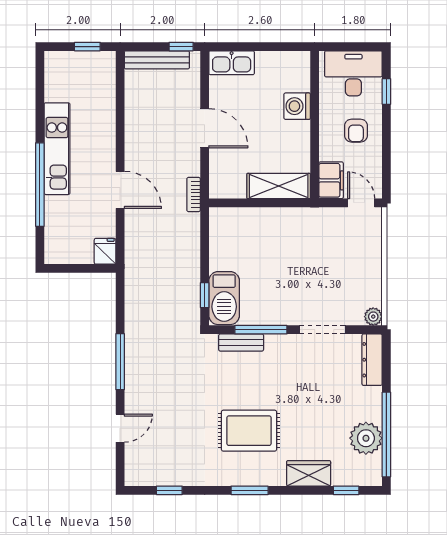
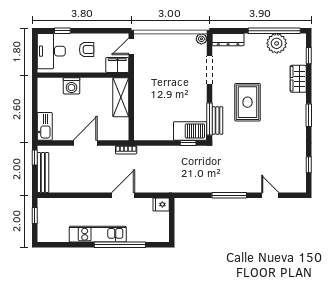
window: (261, 330) -> (210, 119), moved
rug: (249, 431) -> (248, 102), moved

